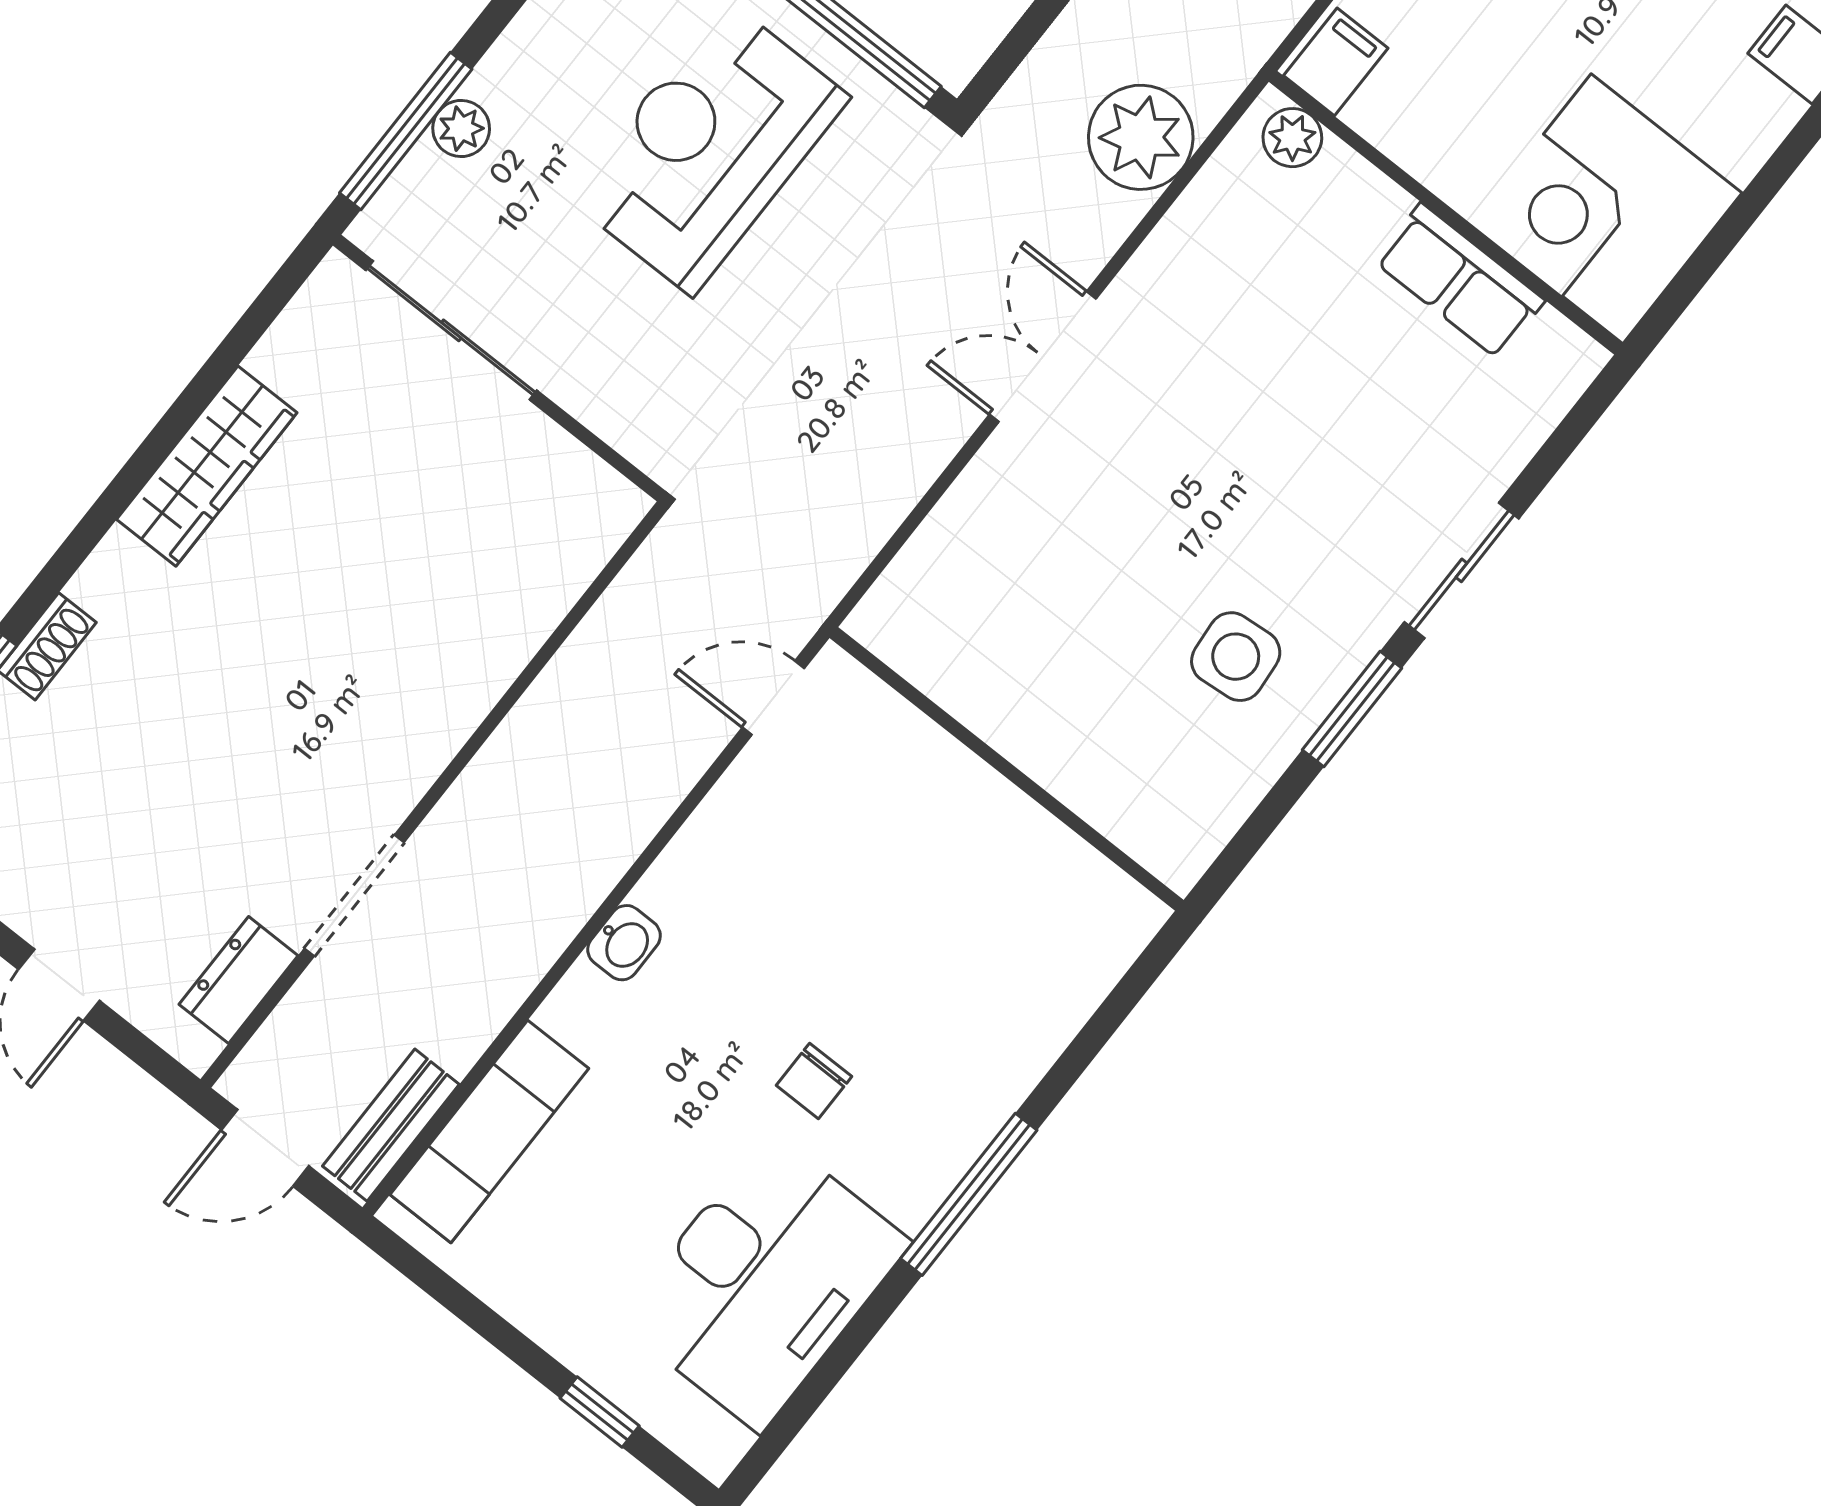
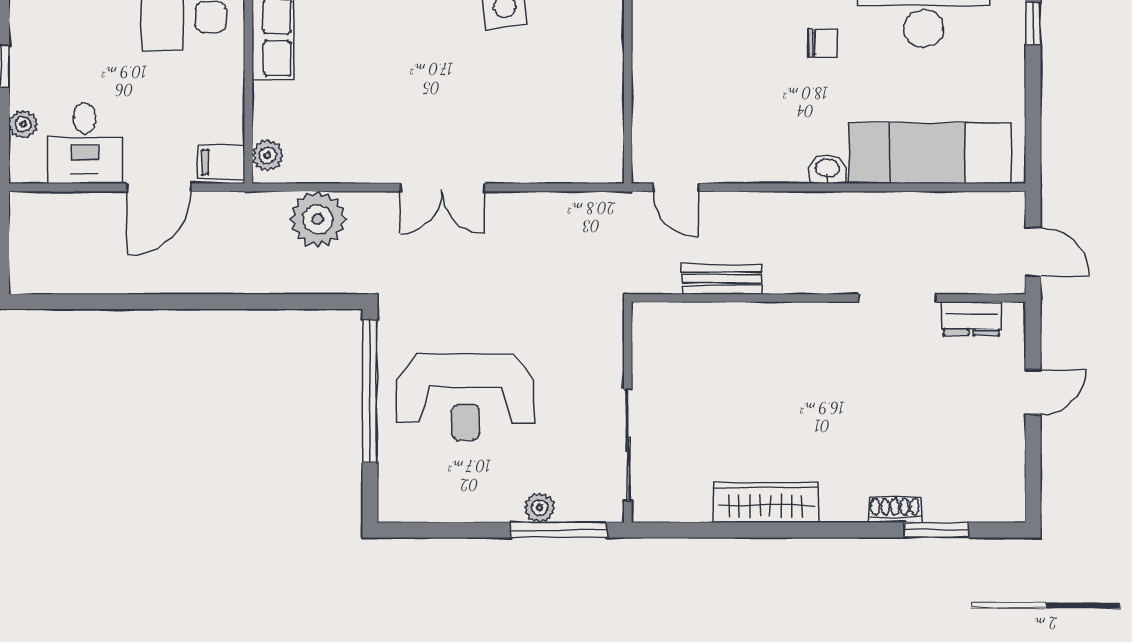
bench: (391, 1125) -> (722, 279), moved
exam couch: (489, 1131) -> (930, 153), width x1.36, depth x1.45

